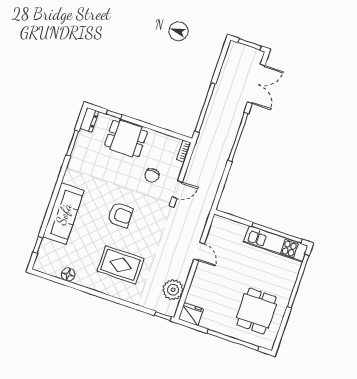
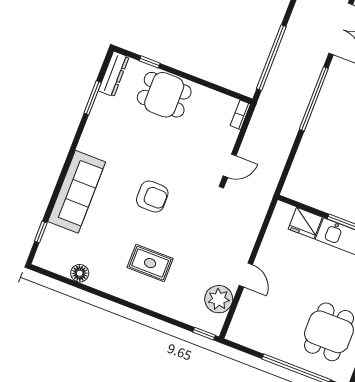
dresser: (89, 120) -> (114, 74), width x1.44
chair: (152, 175) -> (197, 145), removed
door: (199, 251) -> (246, 275), moved
rug: (121, 265) -> (150, 263), width x0.73, depth x0.70
fridge: (191, 314) -> (305, 223), moved, turned 180

